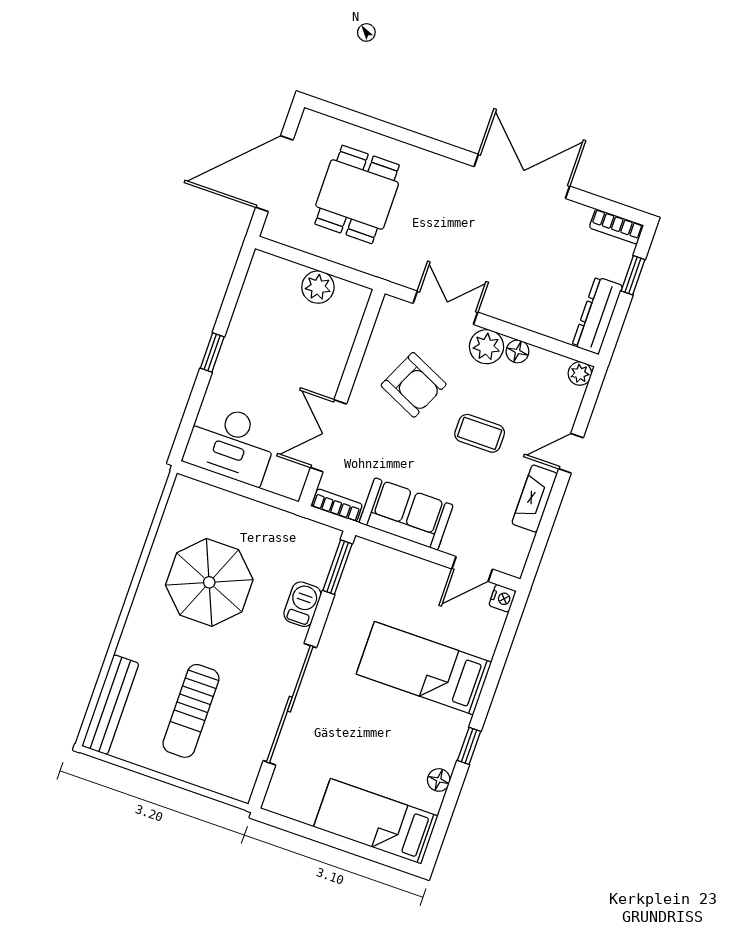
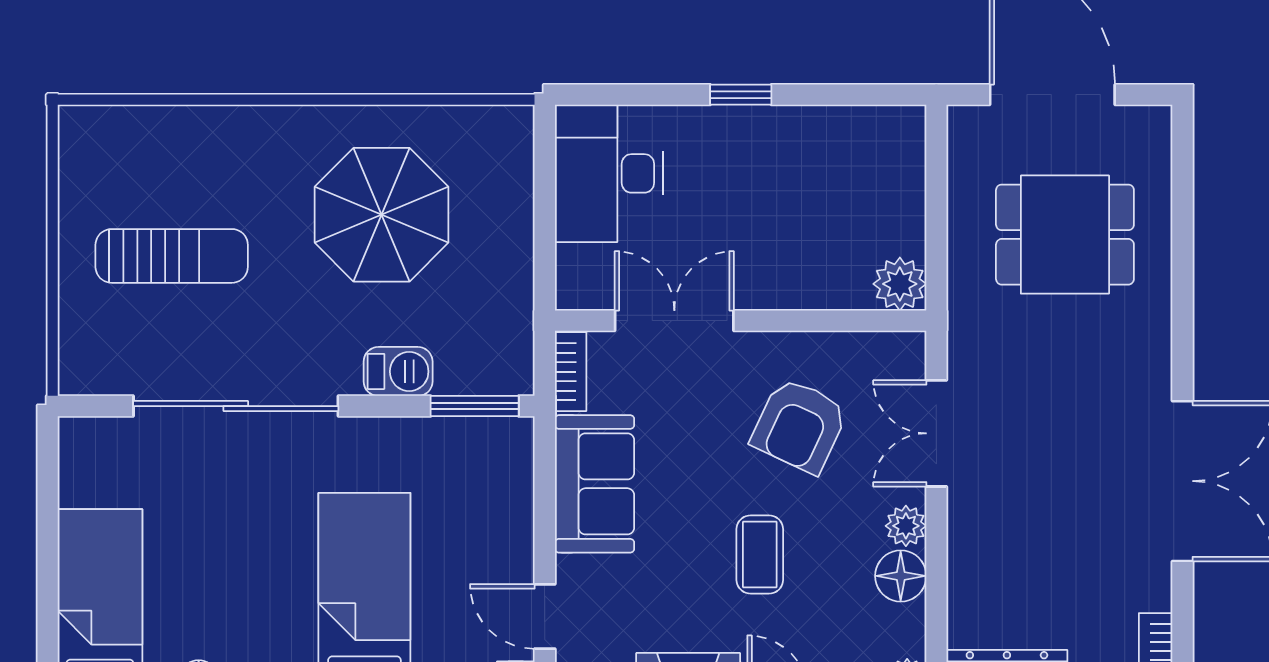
plant: (318, 287) -> (900, 284), moved
double door: (445, 308) -> (936, 433), swing flipped
plant: (486, 347) -> (906, 526), width x0.73, depth x0.73
floor lamp: (517, 351) -> (901, 576), width x1.37, depth x1.37
bench: (110, 705) -> (138, 127), removed
sun lounger: (191, 711) -> (172, 256), turned 180

